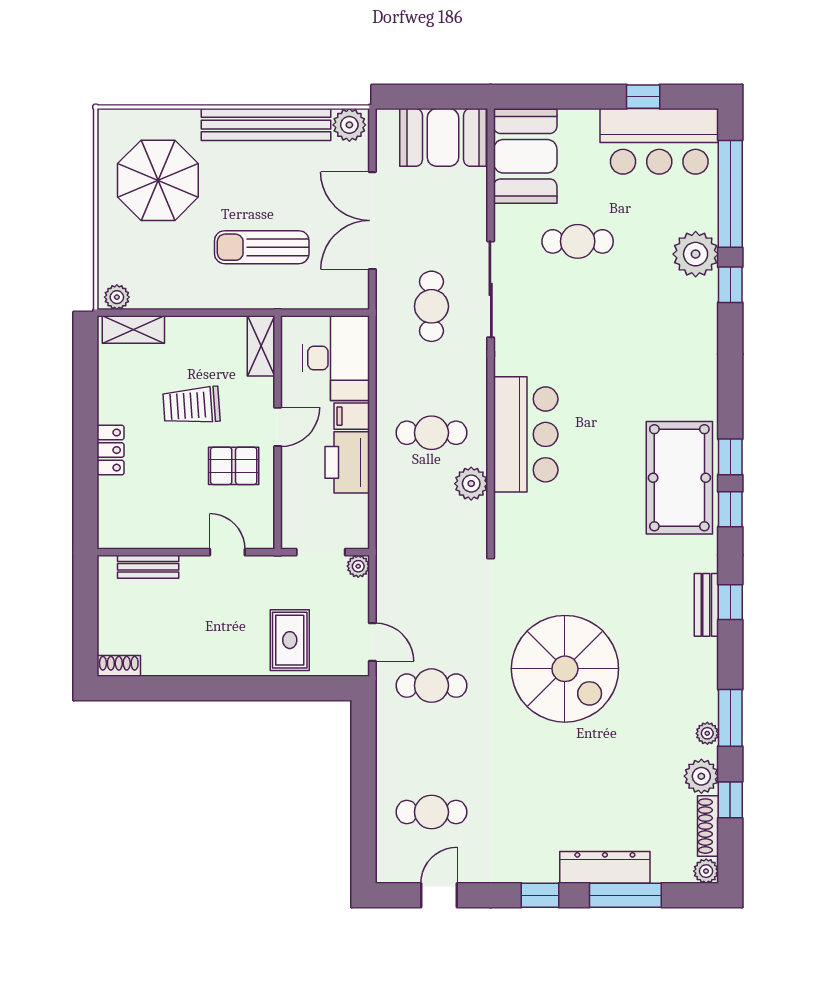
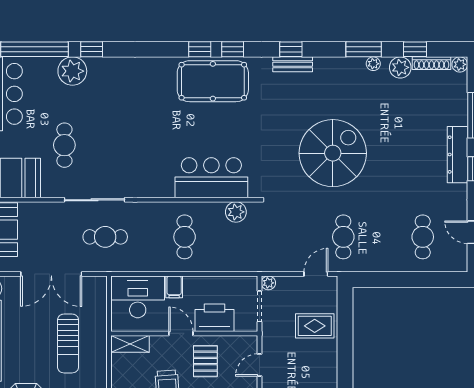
bar counter: (526, 434) -> (211, 178), moved
printer: (347, 462) -> (215, 318), moved, turned 180
plant: (471, 484) -> (236, 212), moved
dresser: (605, 867) -> (457, 155), moved

